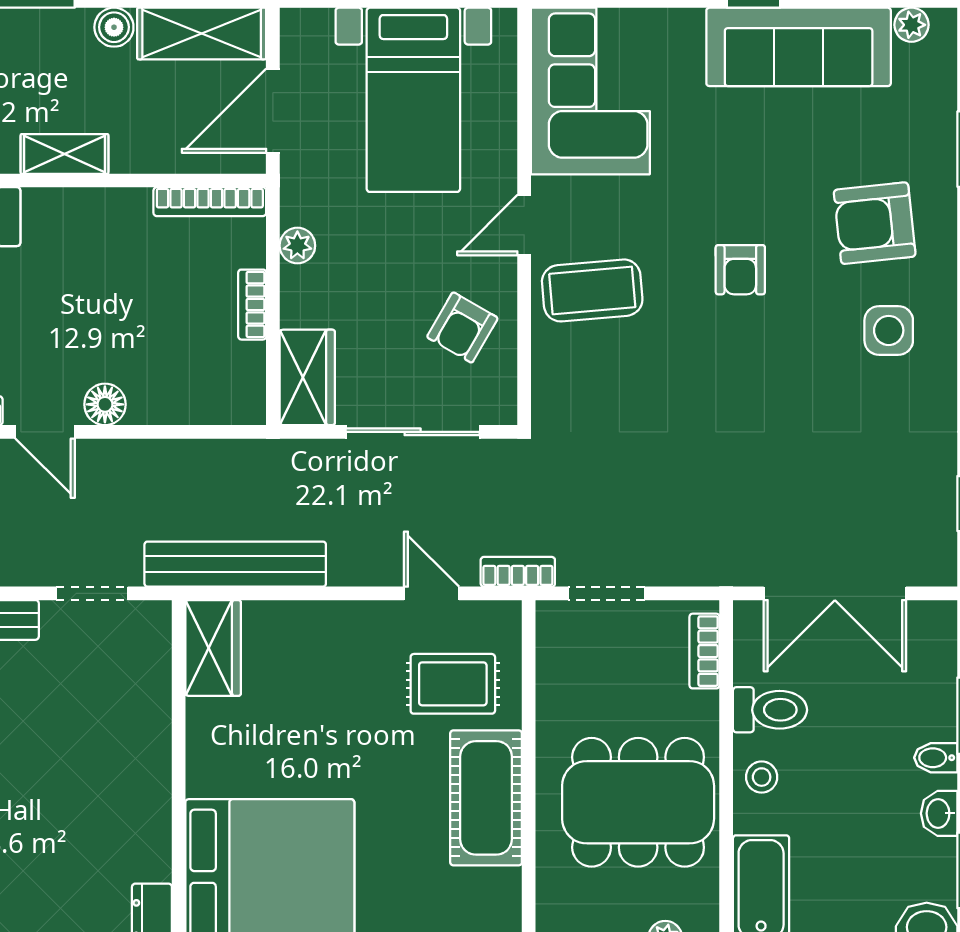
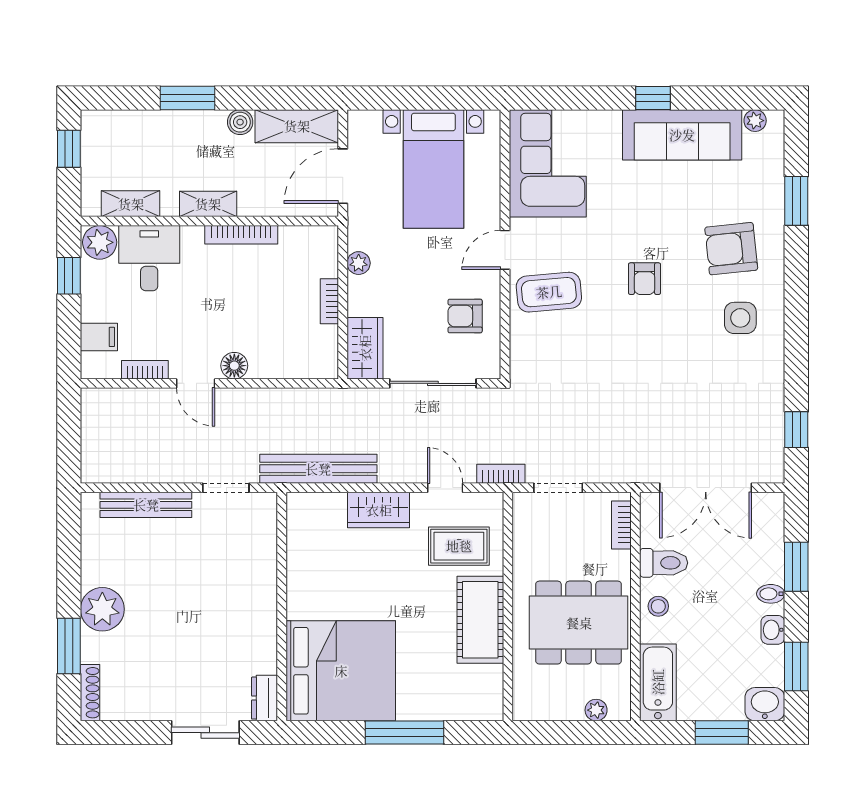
bookcase: (210, 202) -> (241, 235), moved
armchair: (462, 327) -> (465, 316), turned 60
wardrobe: (213, 648) -> (379, 510), moved, turned 90

